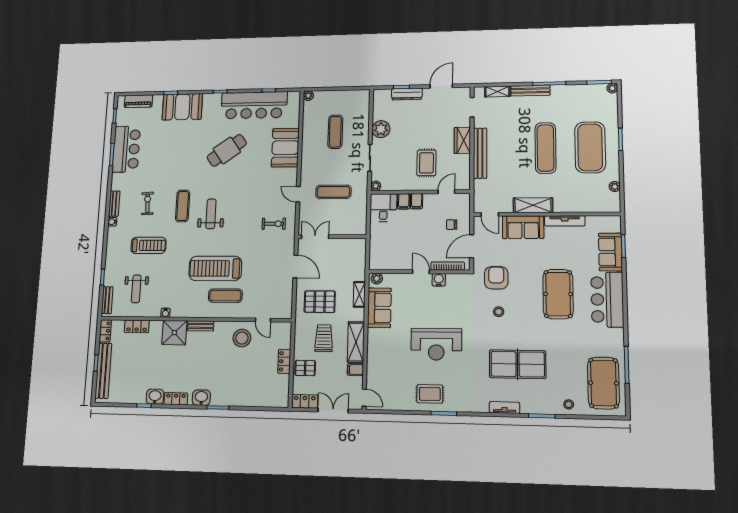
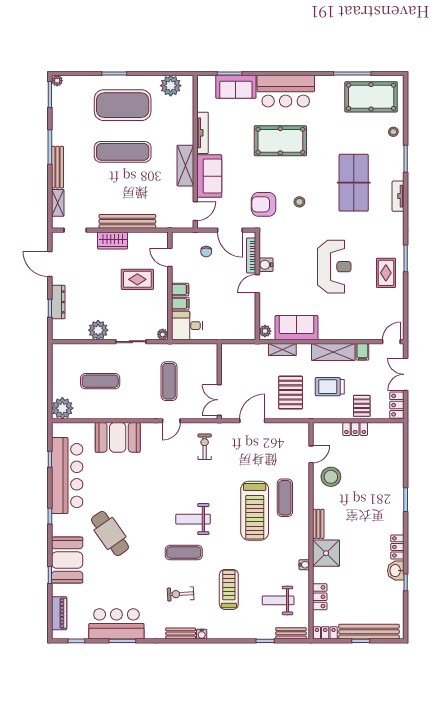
plant: (308, 96) -> (62, 408), width x1.88, depth x1.88
cafe table: (227, 150) -> (110, 533), moved
plant: (615, 187) -> (171, 86), width x1.88, depth x1.88
weight bench: (136, 289) -> (278, 600), turned 180
washbasin: (201, 398) -> (396, 519), removed

